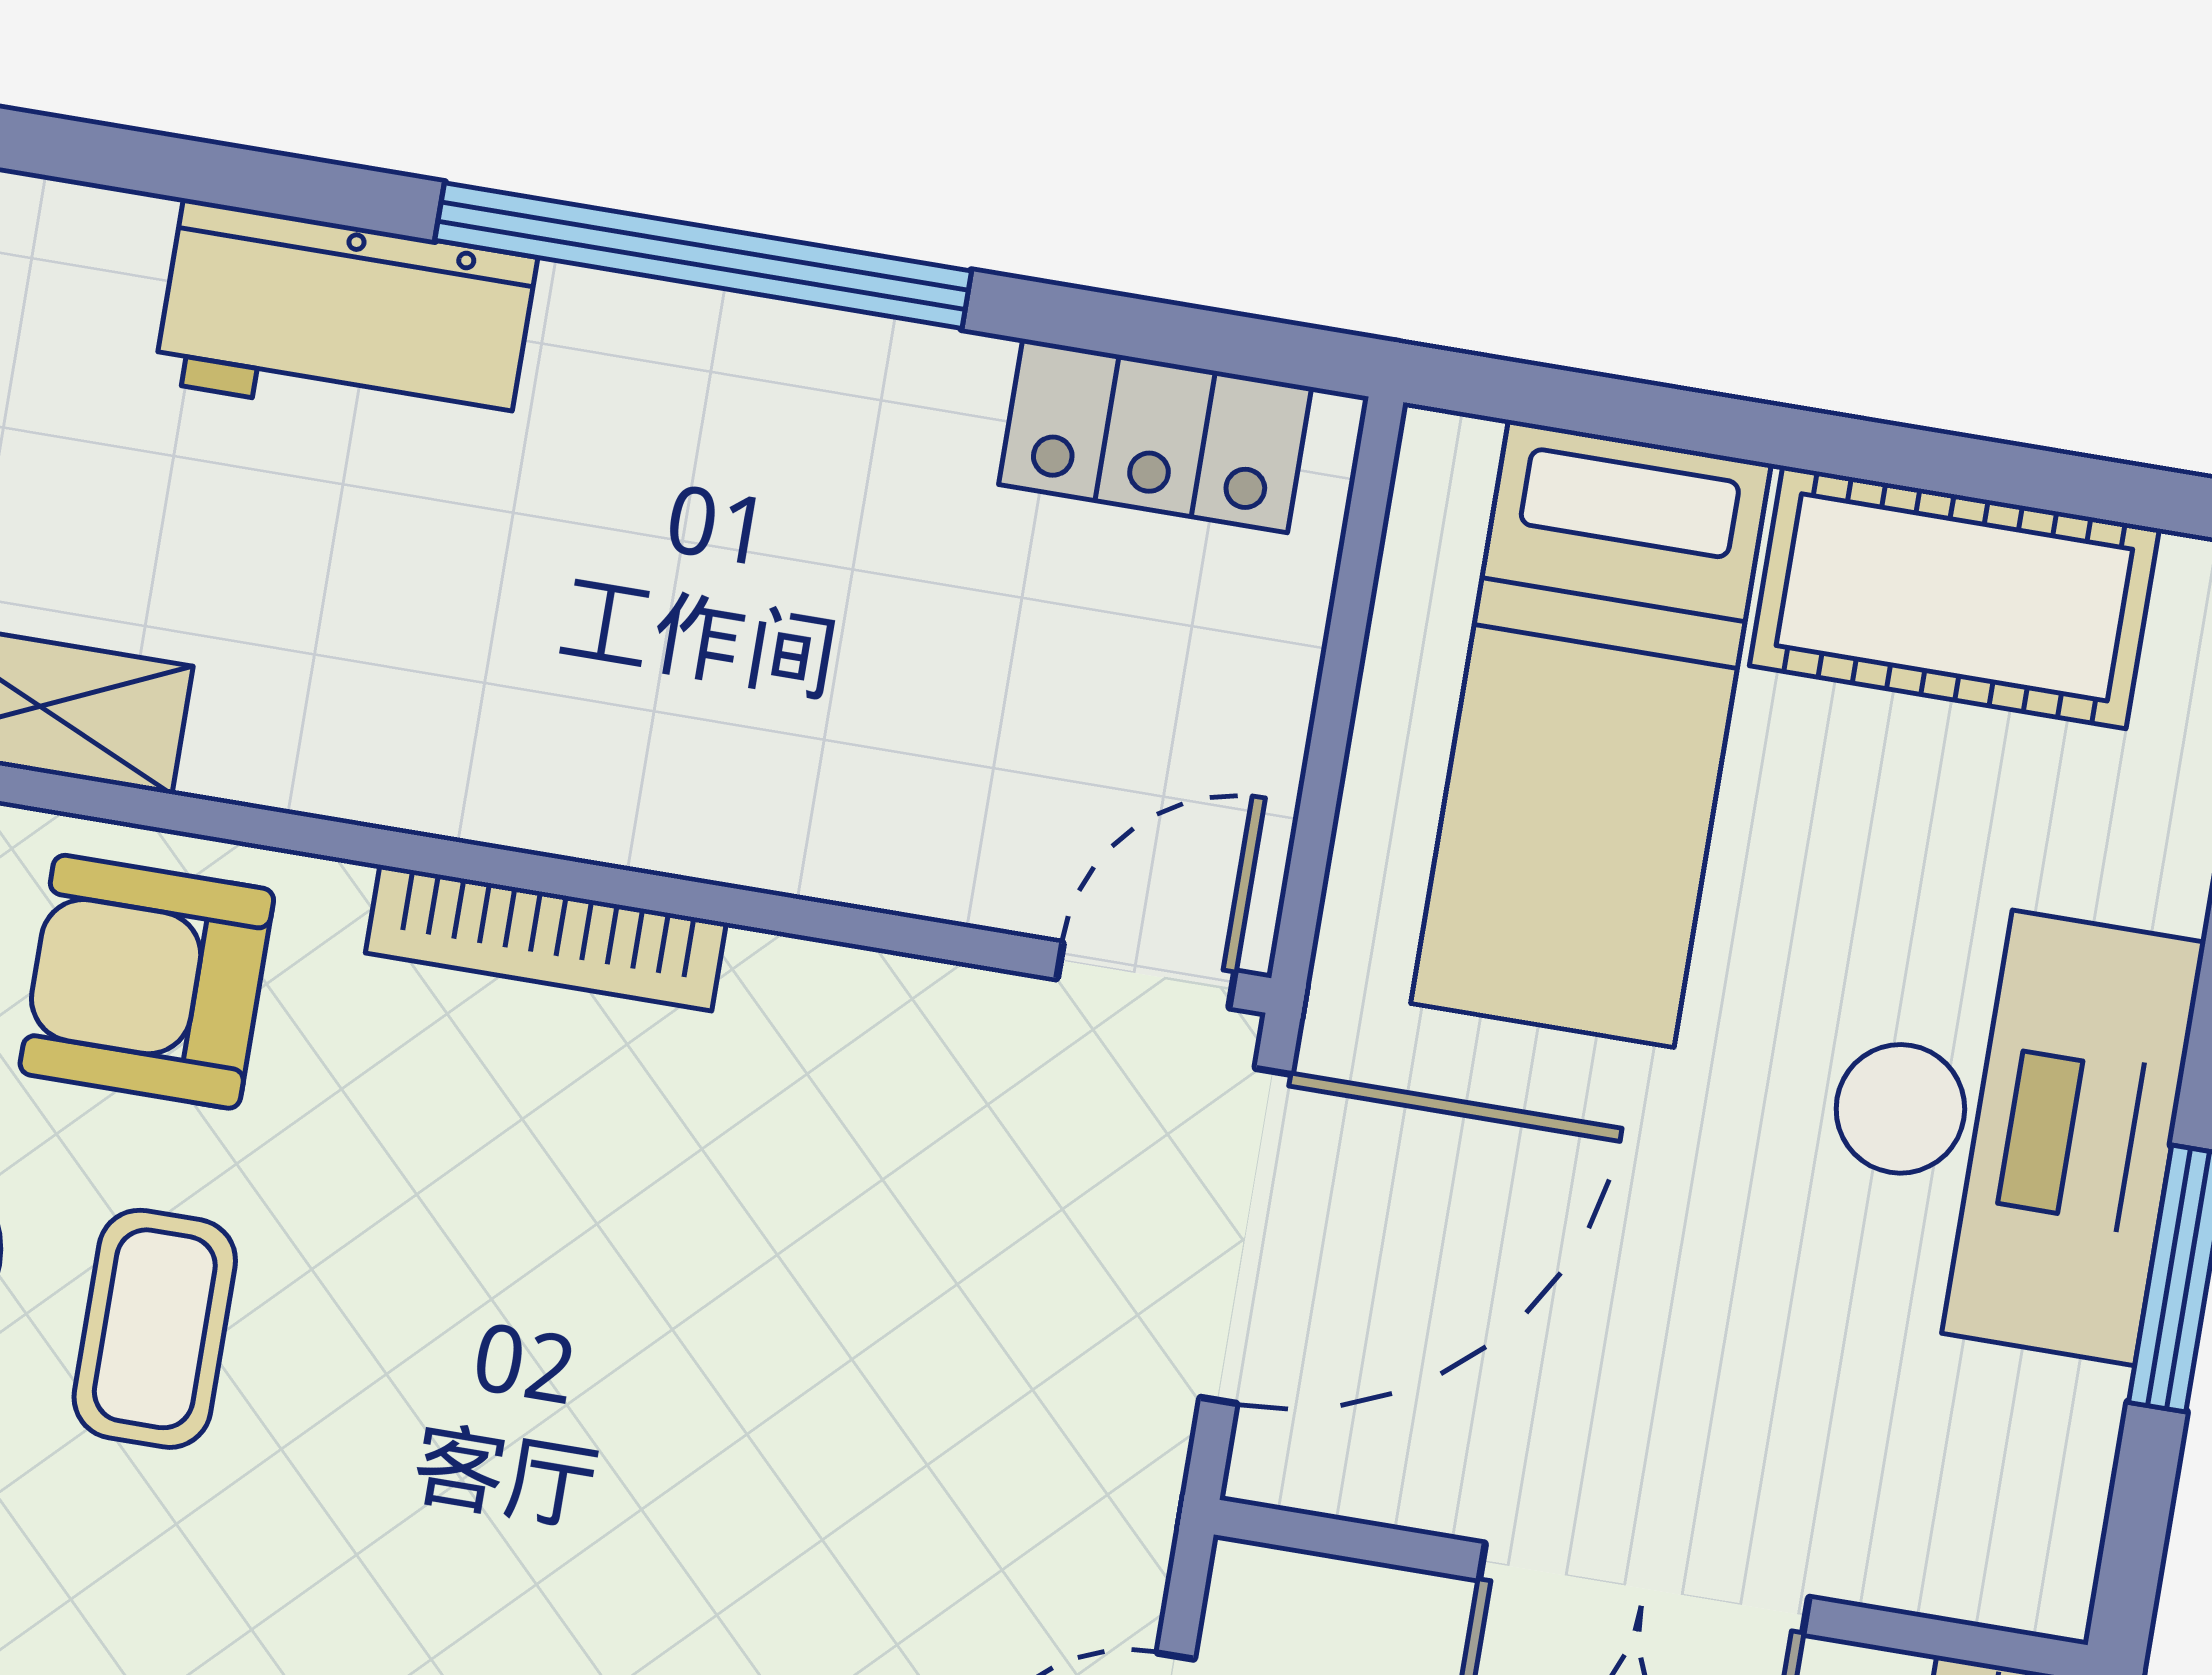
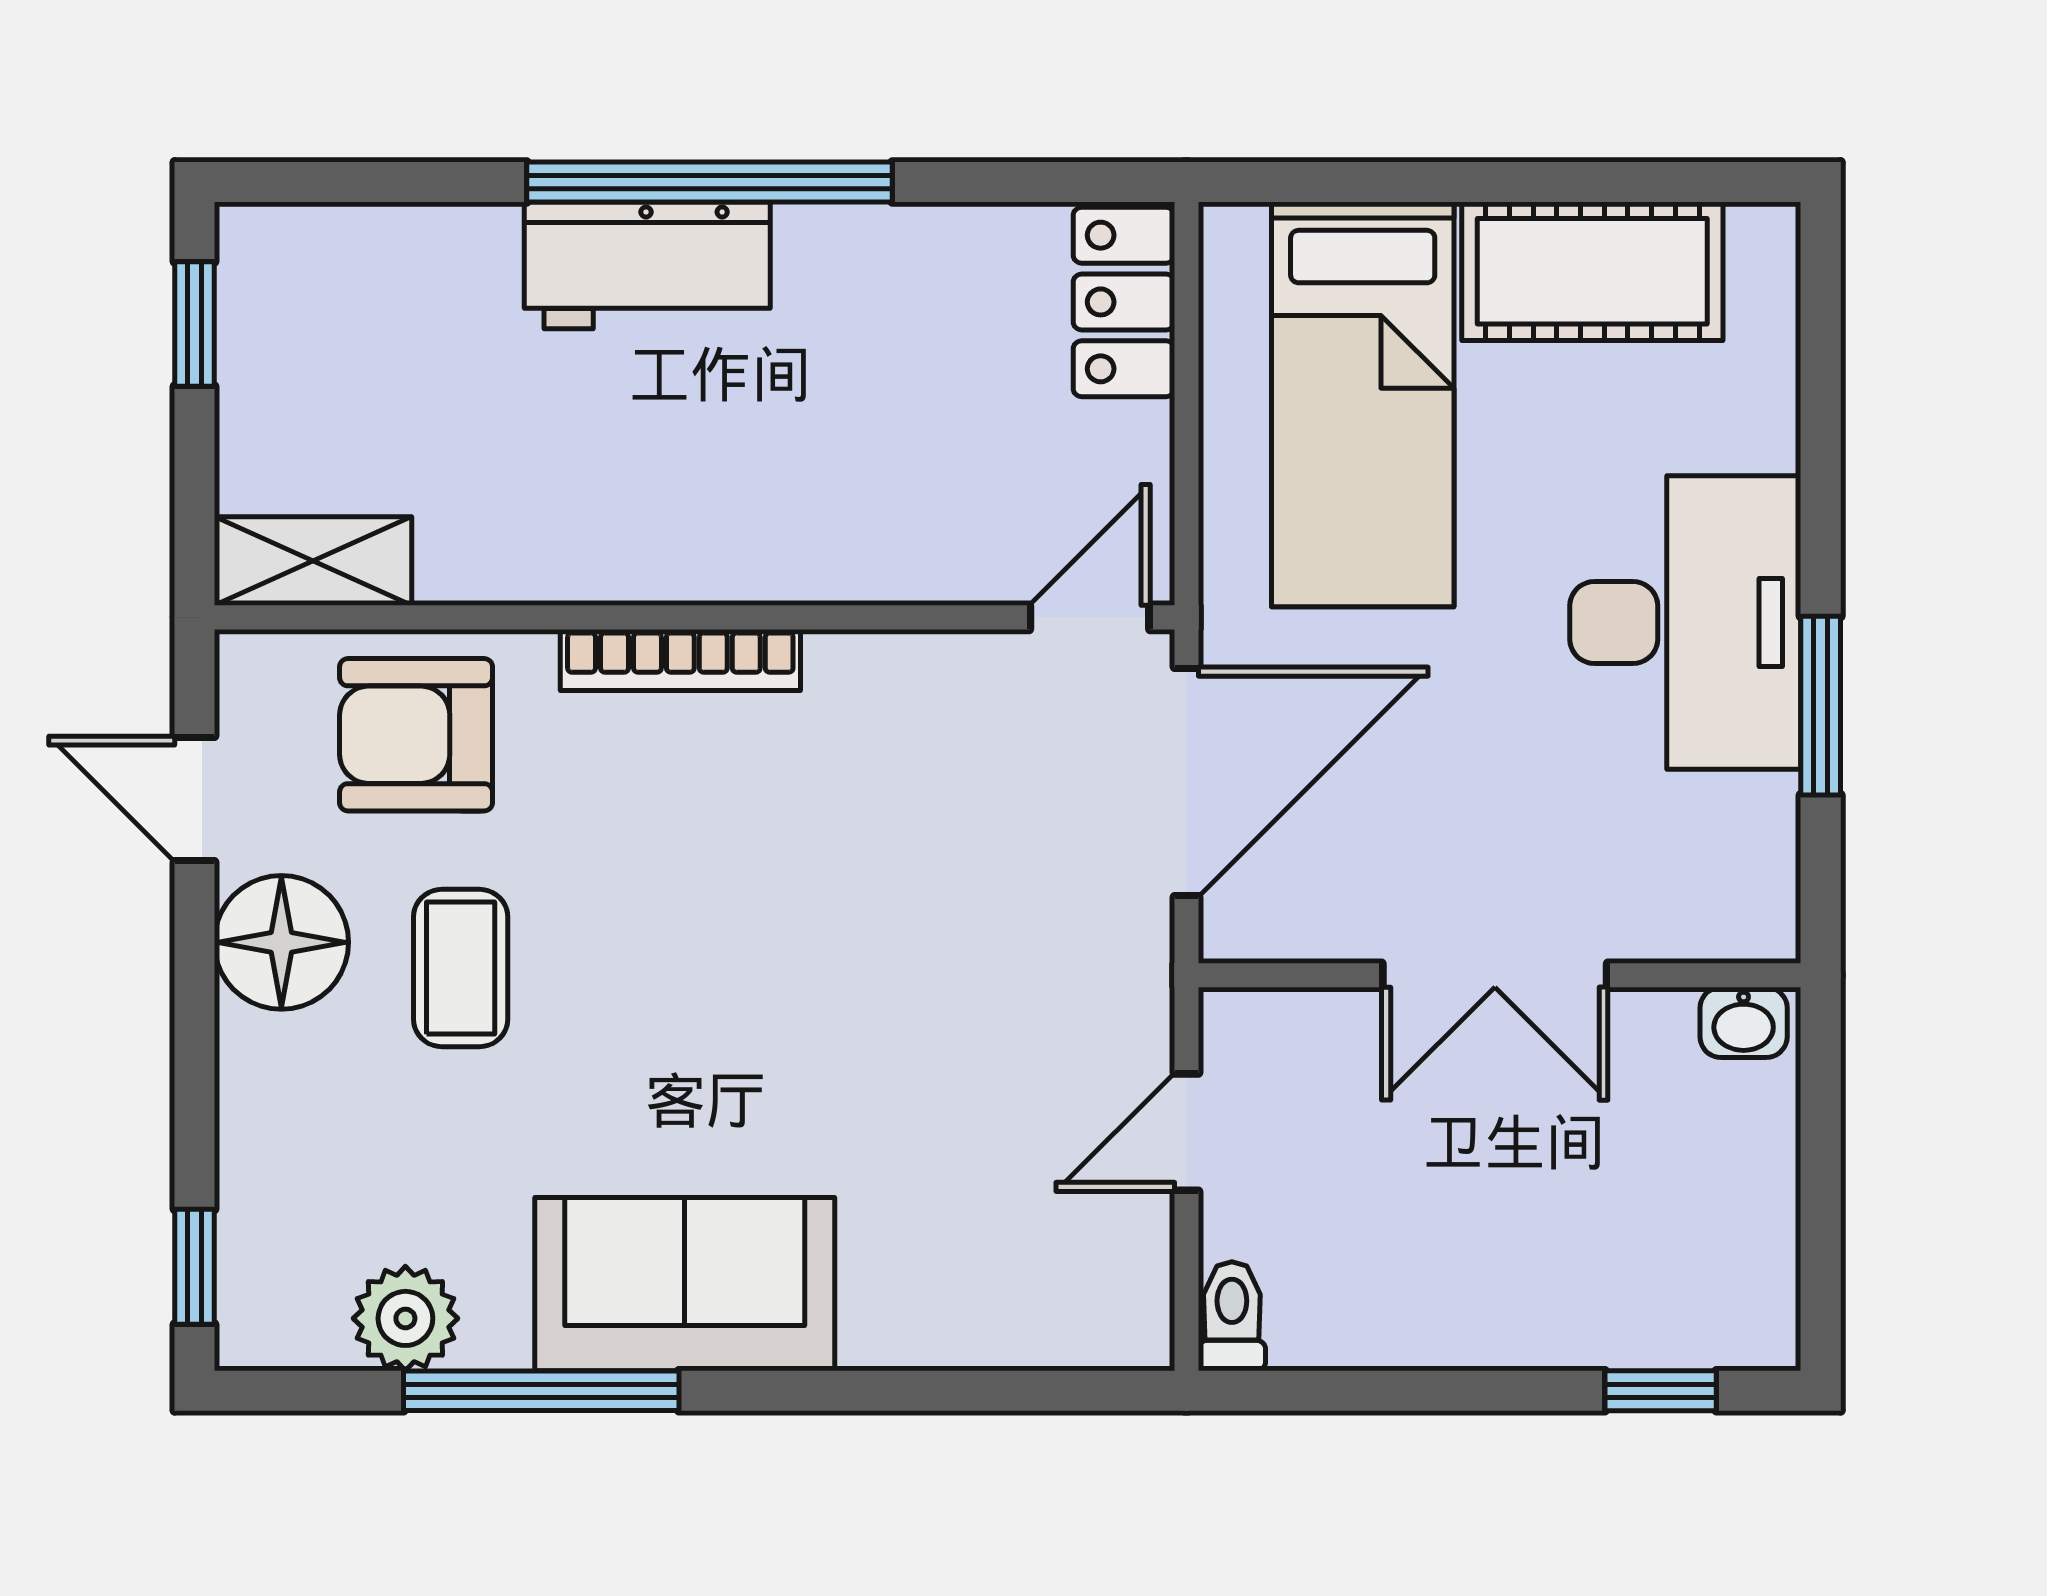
workbench: (345, 319) -> (647, 265), moved
locker: (1155, 436) -> (1124, 302), moved, turned 90

